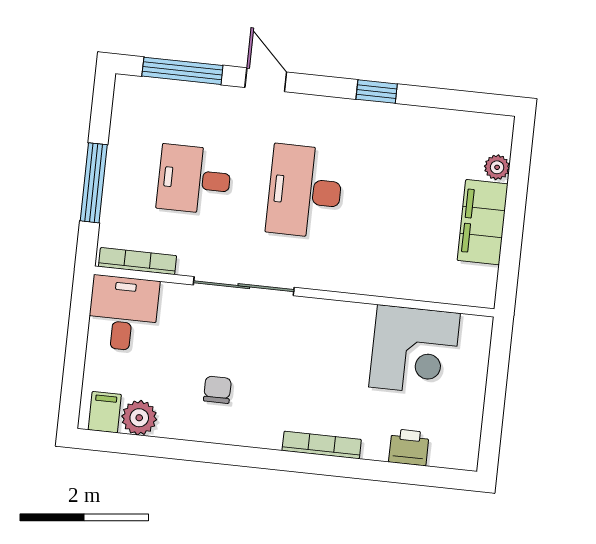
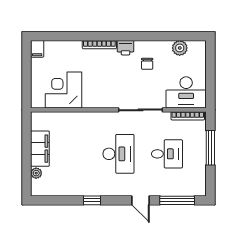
desk: (123, 313) -> (186, 92), width x1.37
filing cabinet: (105, 412) -> (37, 49), moved
printer: (409, 447) -> (126, 48), moved

